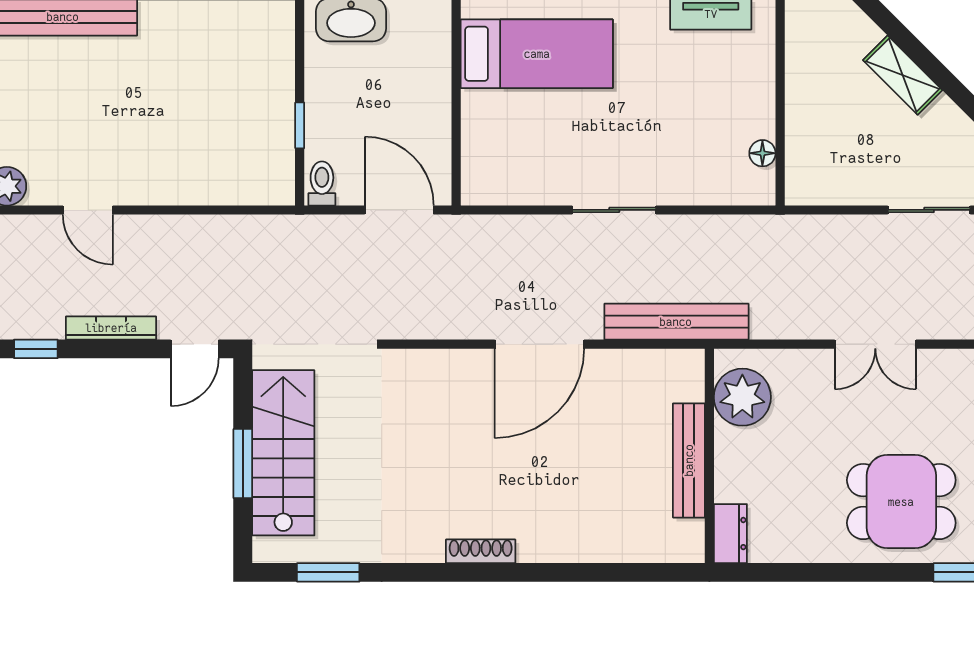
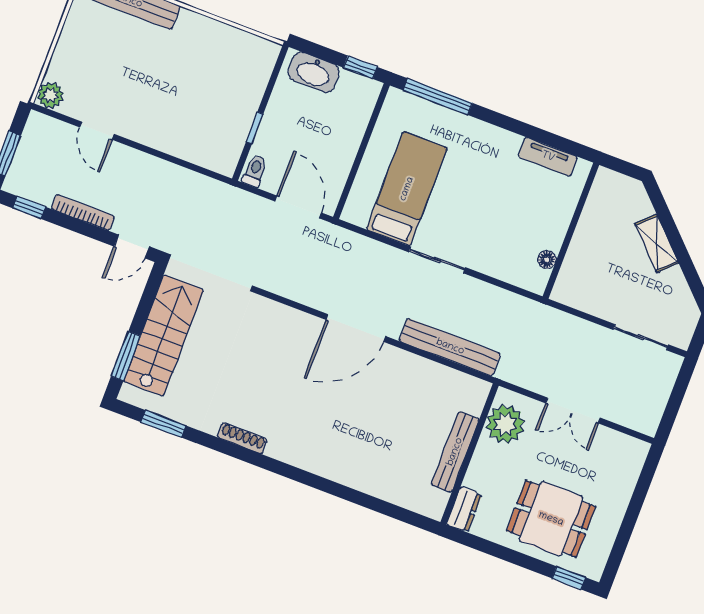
bed: (537, 54) -> (407, 189), moved, turned -90
plant: (742, 397) -> (505, 424), moved
wall: (709, 456) -> (470, 454), moved
bench: (689, 460) -> (455, 452), moved
window: (243, 464) -> (126, 356), moved
dresser: (730, 534) -> (464, 509), moved
shoe rack: (481, 551) -> (242, 438), moved

